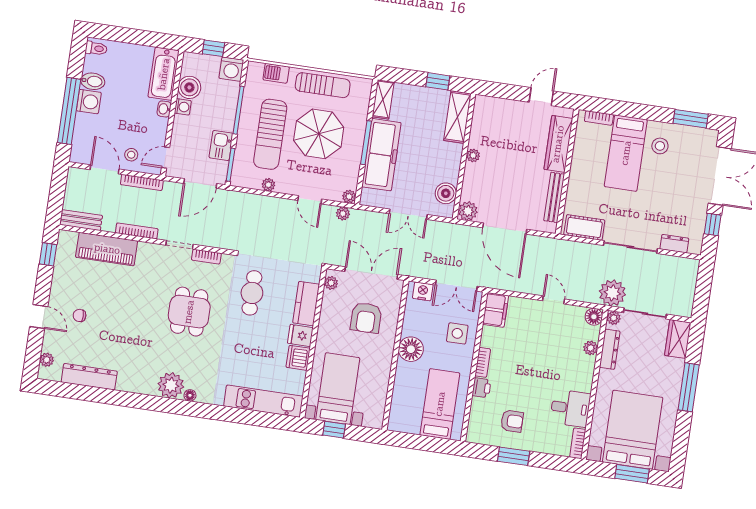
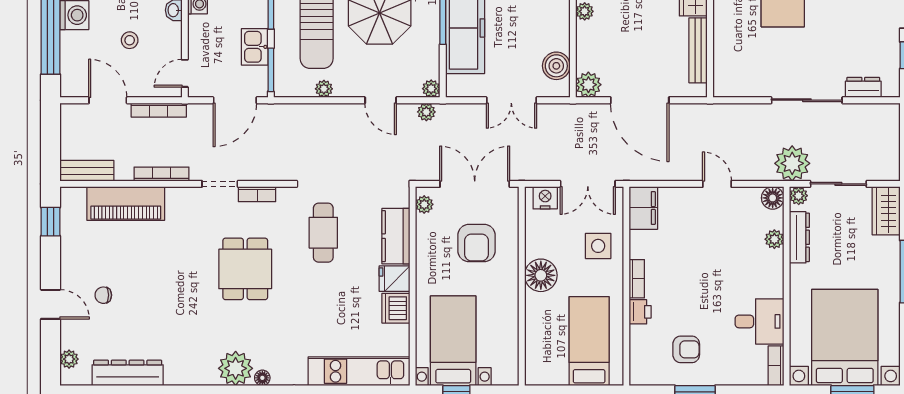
stool: (131, 155) -> (130, 40), moved
cot: (584, 227) -> (743, 84), removed

